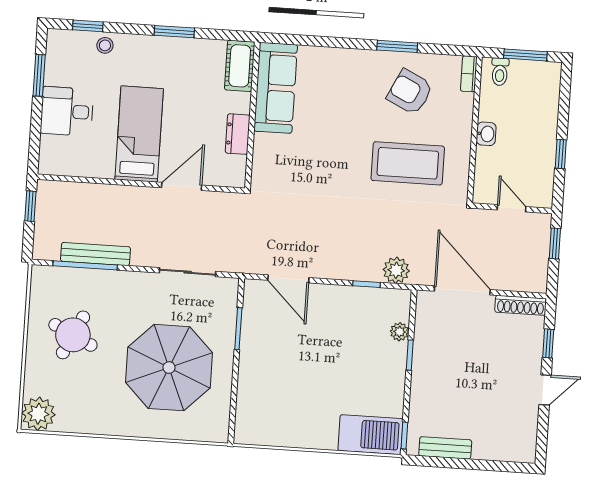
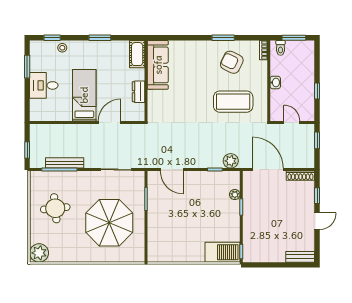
window: (30, 206) -> (27, 150), moved
round table: (73, 335) -> (55, 208), turned -32
bench: (445, 448) -> (300, 257), moved

